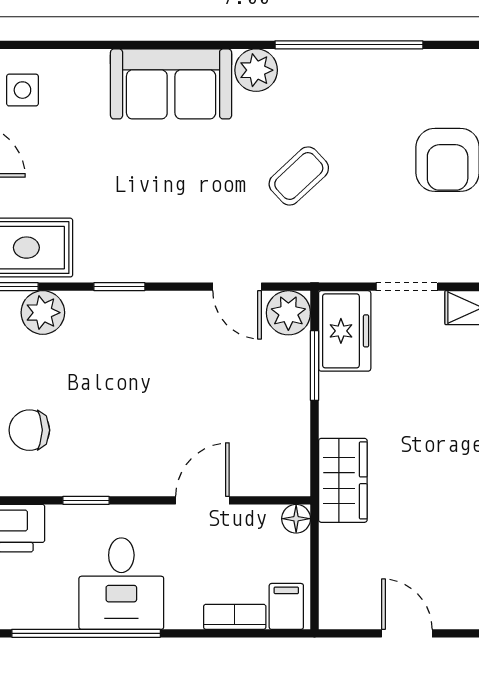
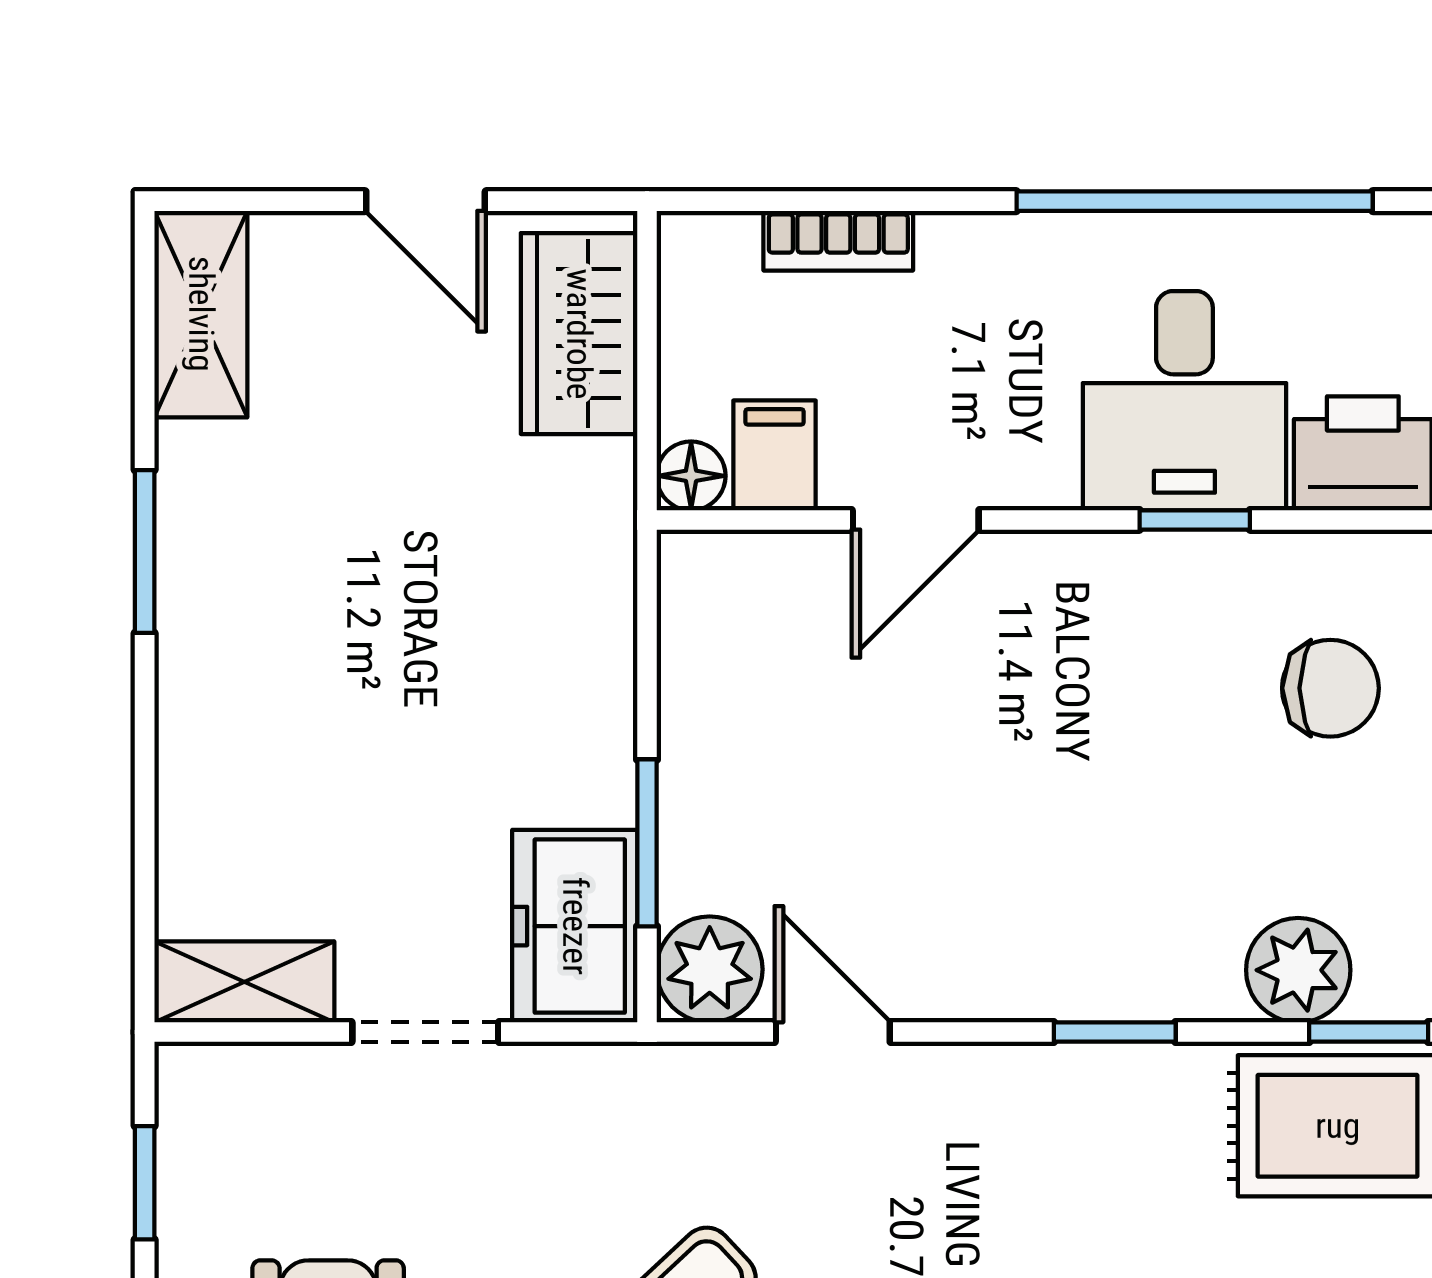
wardrobe: (343, 480) -> (579, 334), moved
desk: (121, 584) -> (1184, 401), moved, turned 180
filing cabinet: (286, 606) -> (774, 455), moved, turned 180

